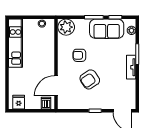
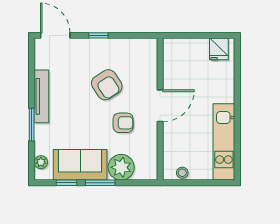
plant: (66, 27) -> (121, 167), moved
tv unit: (131, 67) -> (41, 96), width x1.41
armchair: (90, 79) -> (107, 85), turned 91
door: (56, 86) -> (160, 106), moved
dishwasher: (46, 103) -> (176, 47), removed

